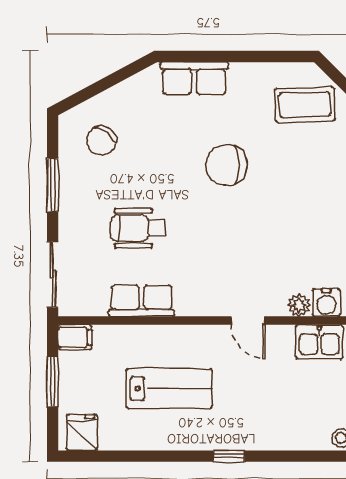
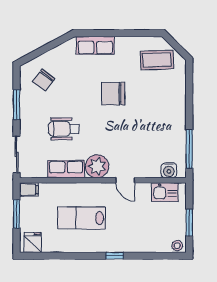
plant: (299, 305) -> (97, 166), moved, width x1.87, depth x1.87
lab bench: (169, 389) -> (81, 218), turned 180

